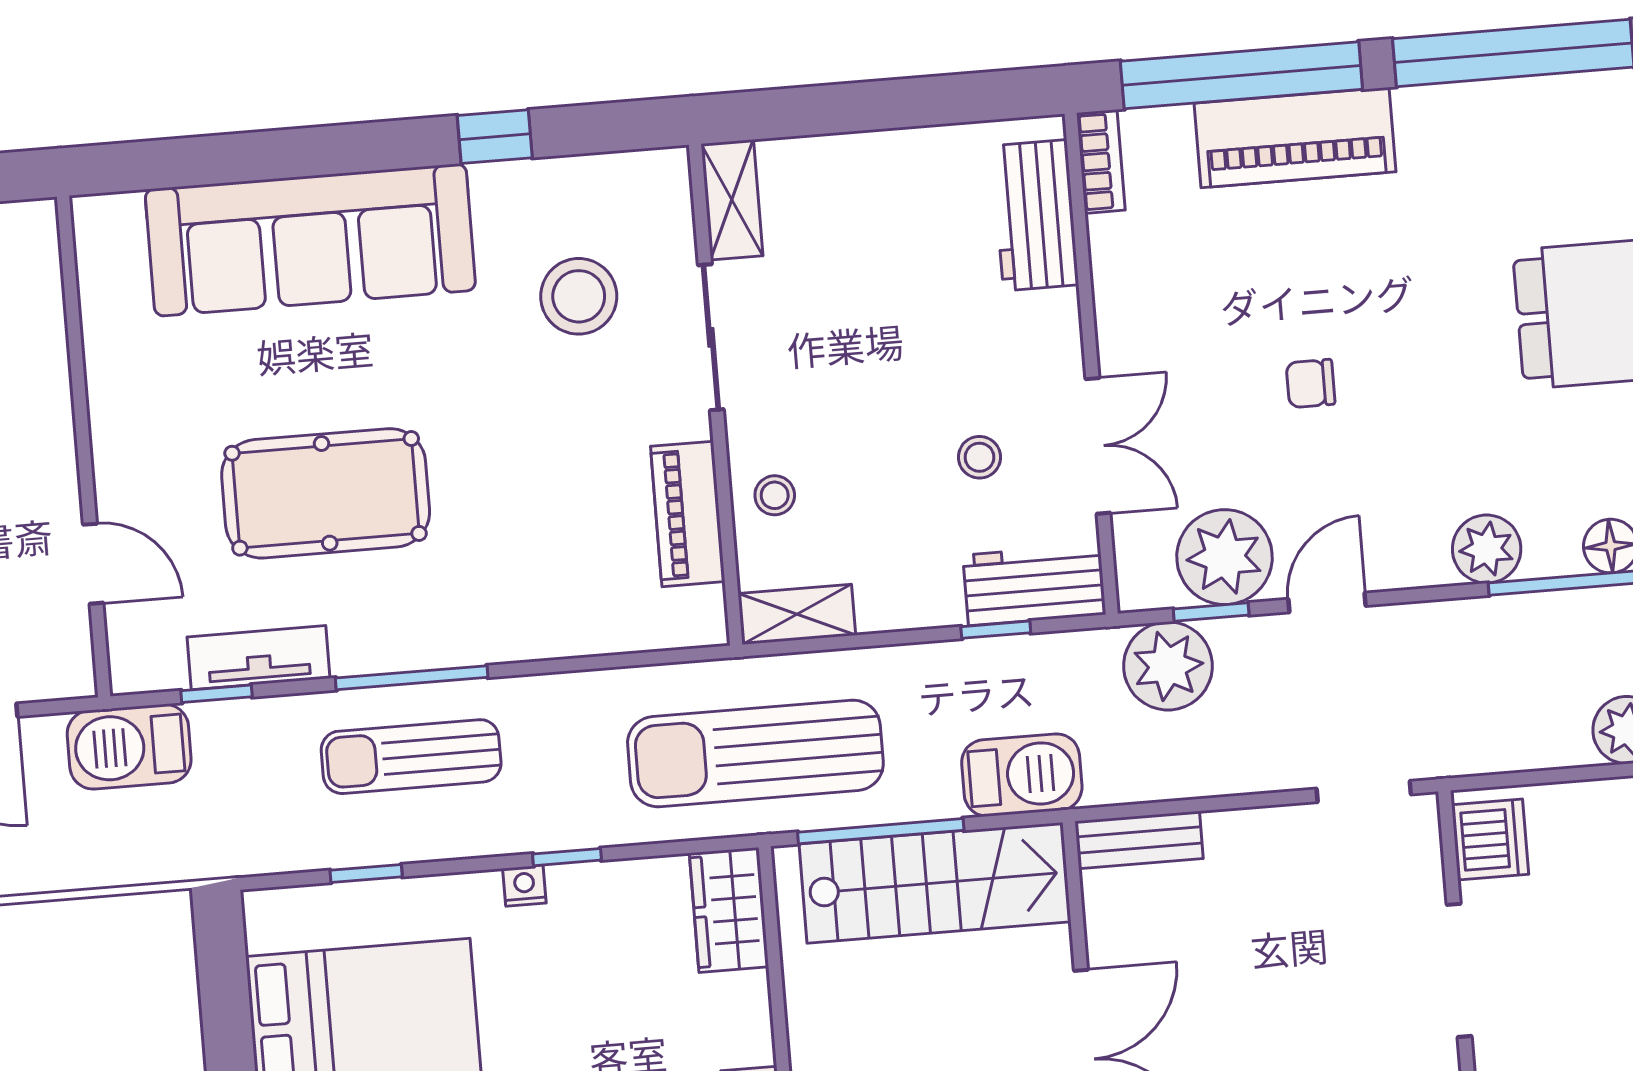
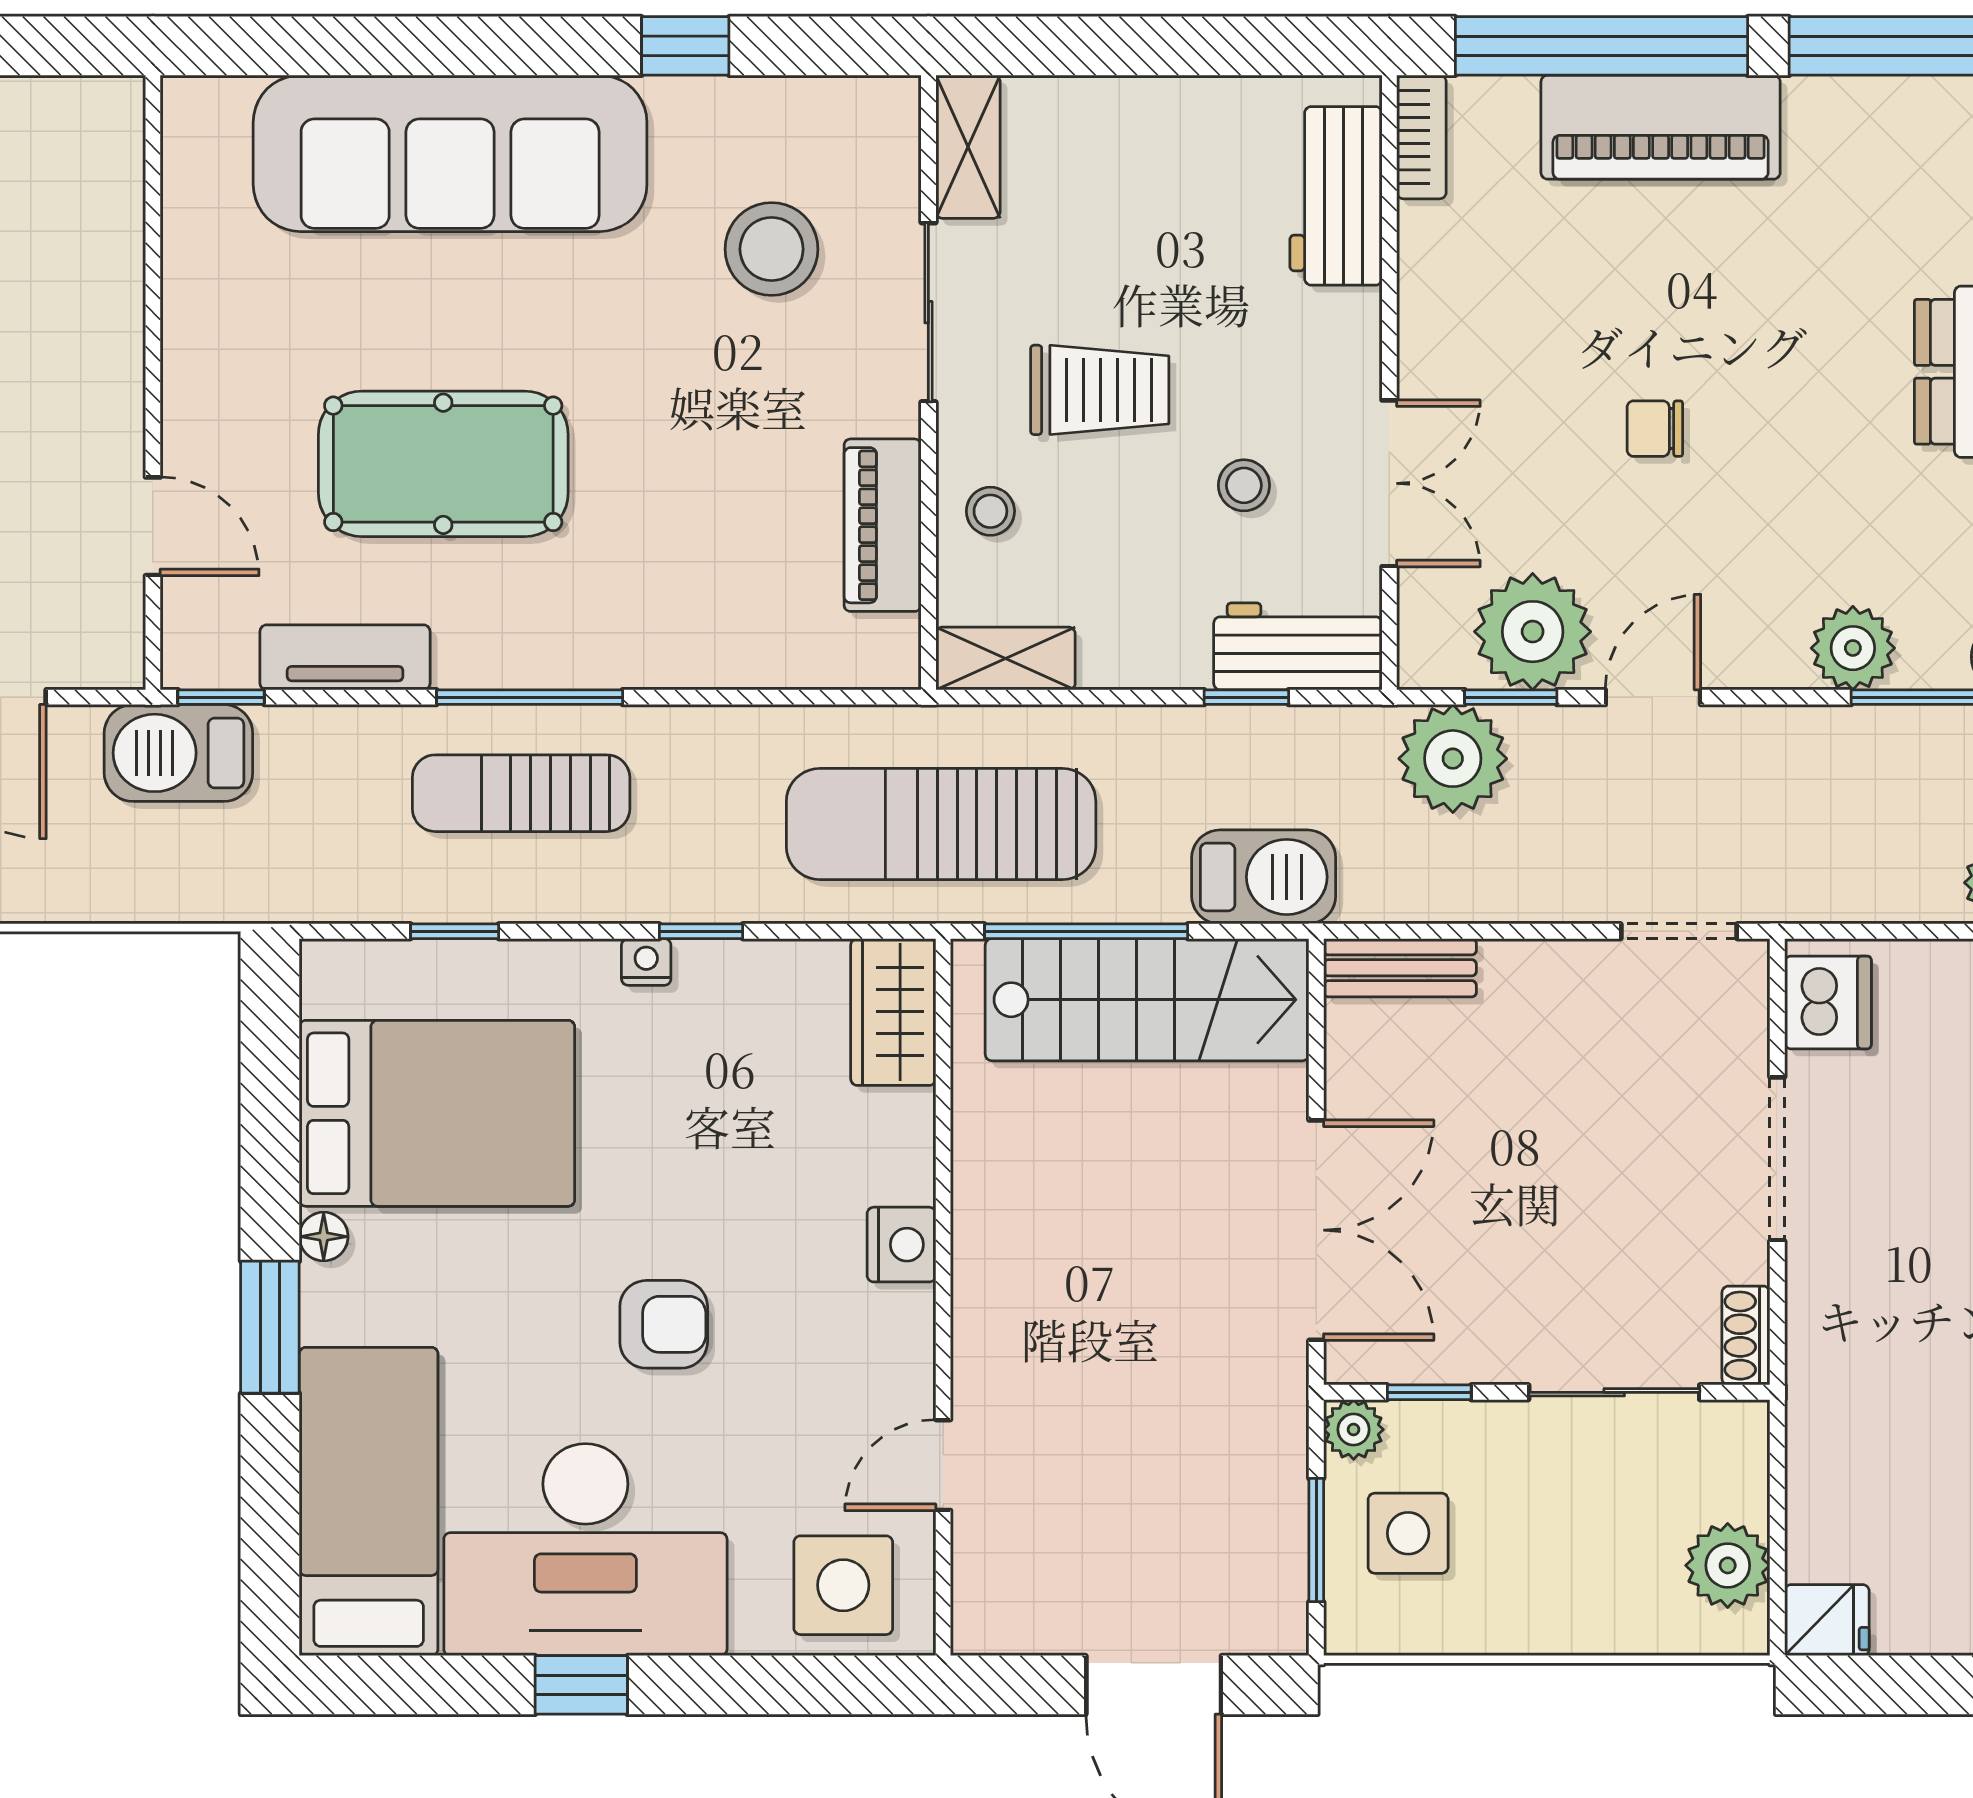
trolley: (856, 389) -> (1100, 390), added
window: (216, 694) -> (221, 697), moved

